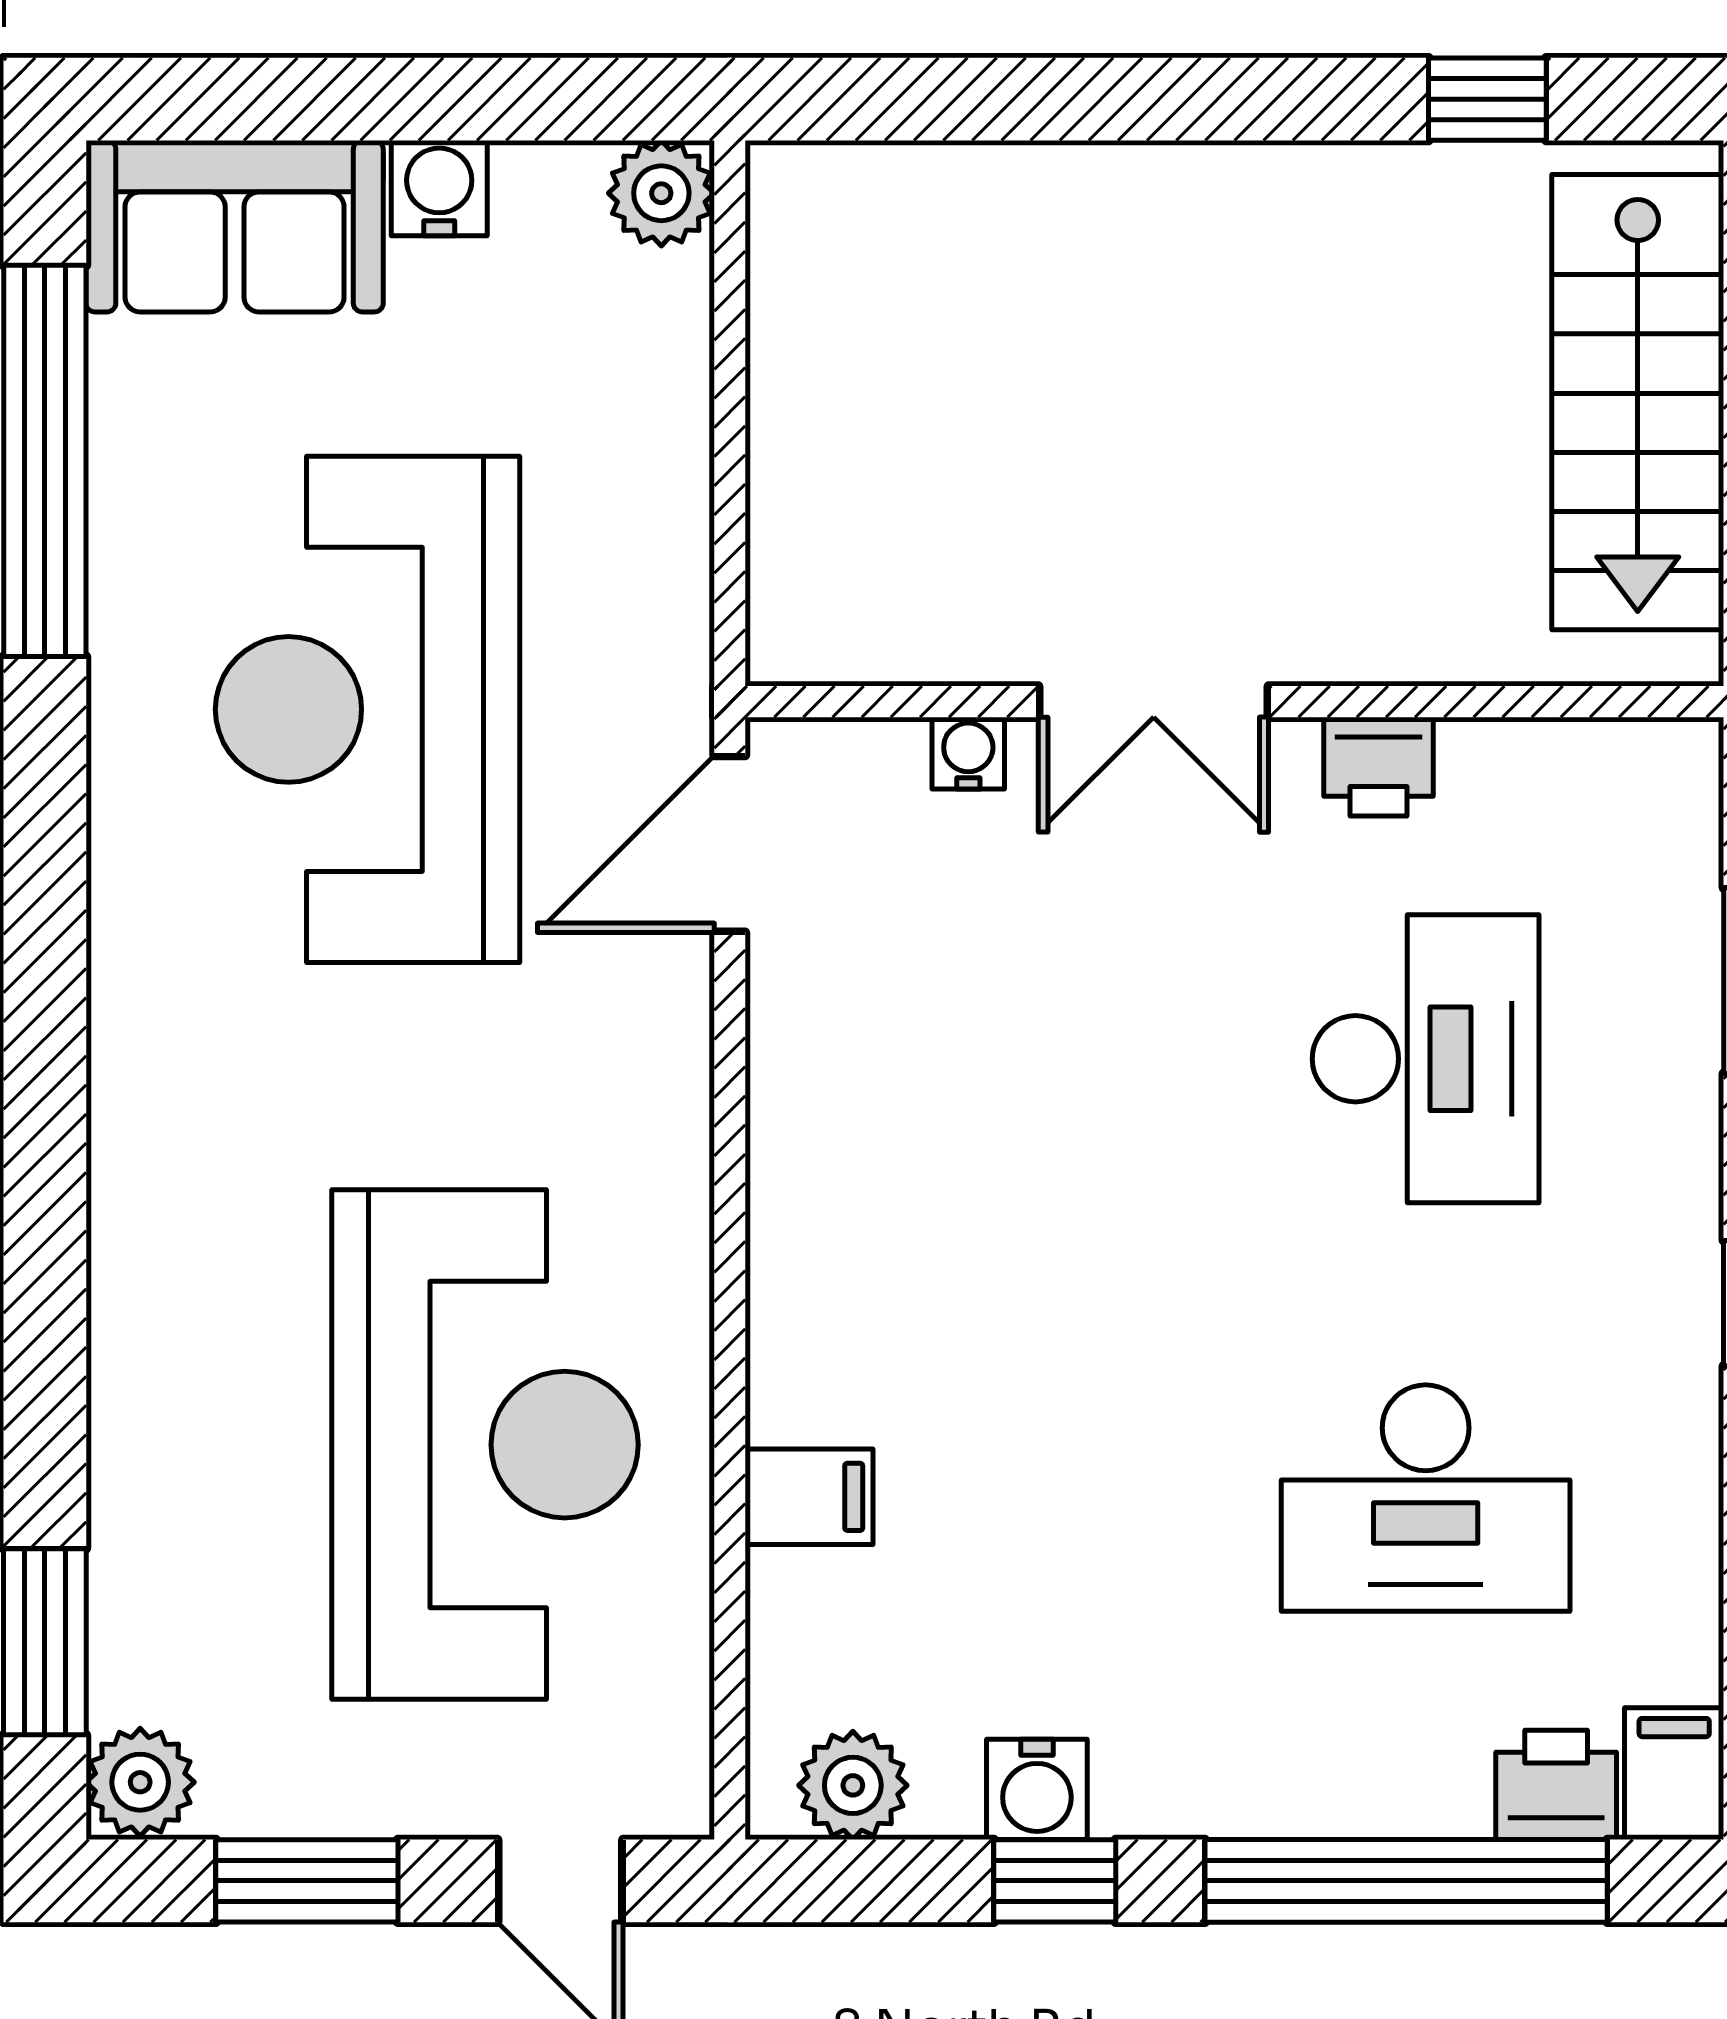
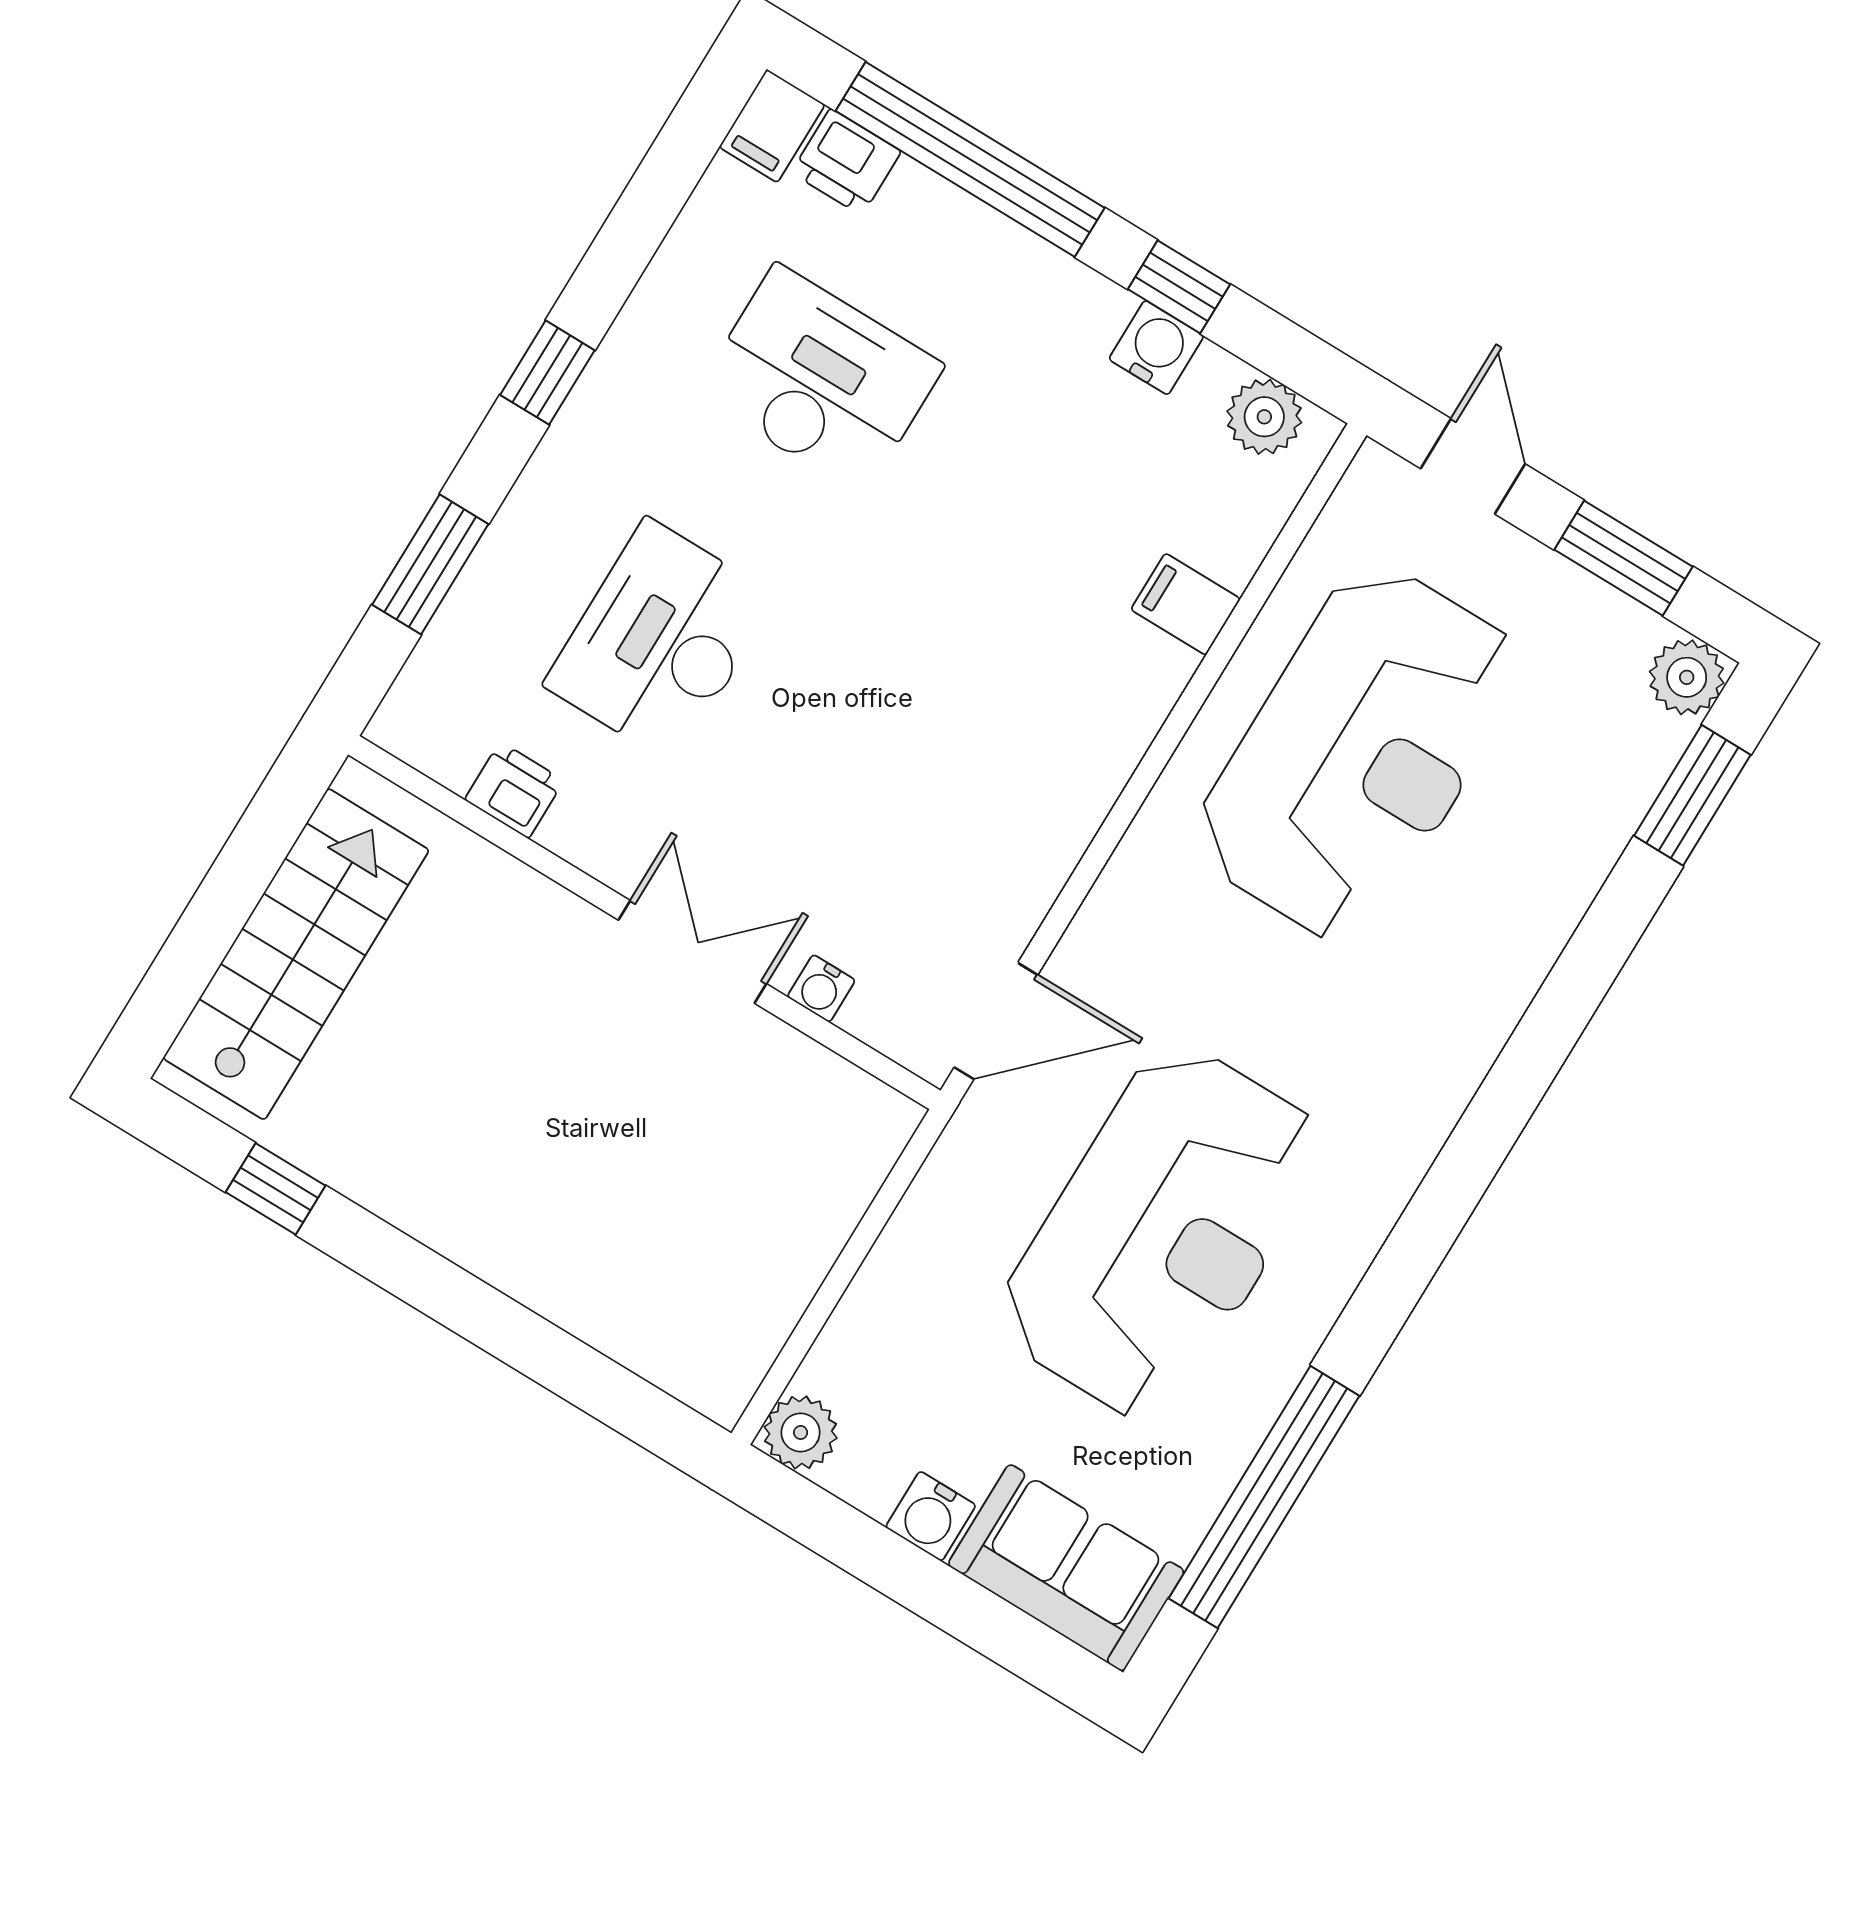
printer: (1379, 767) -> (514, 790), moved
reception desk: (485, 1445) -> (1359, 753), turned 180

